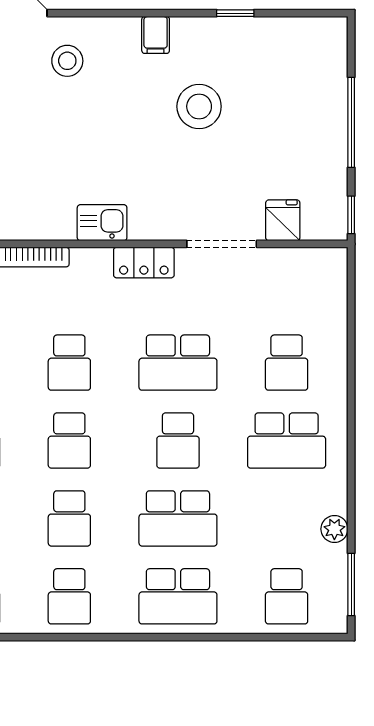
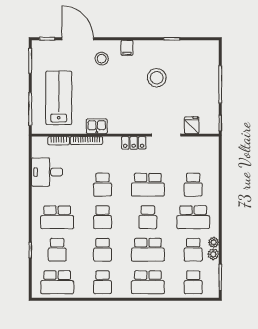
filing cabinet: (156, 35) -> (127, 48), moved
kitchen sink: (102, 223) -> (97, 126), moved
plant: (335, 500) -> (214, 242), added
school desk: (287, 518) -> (193, 250), added

